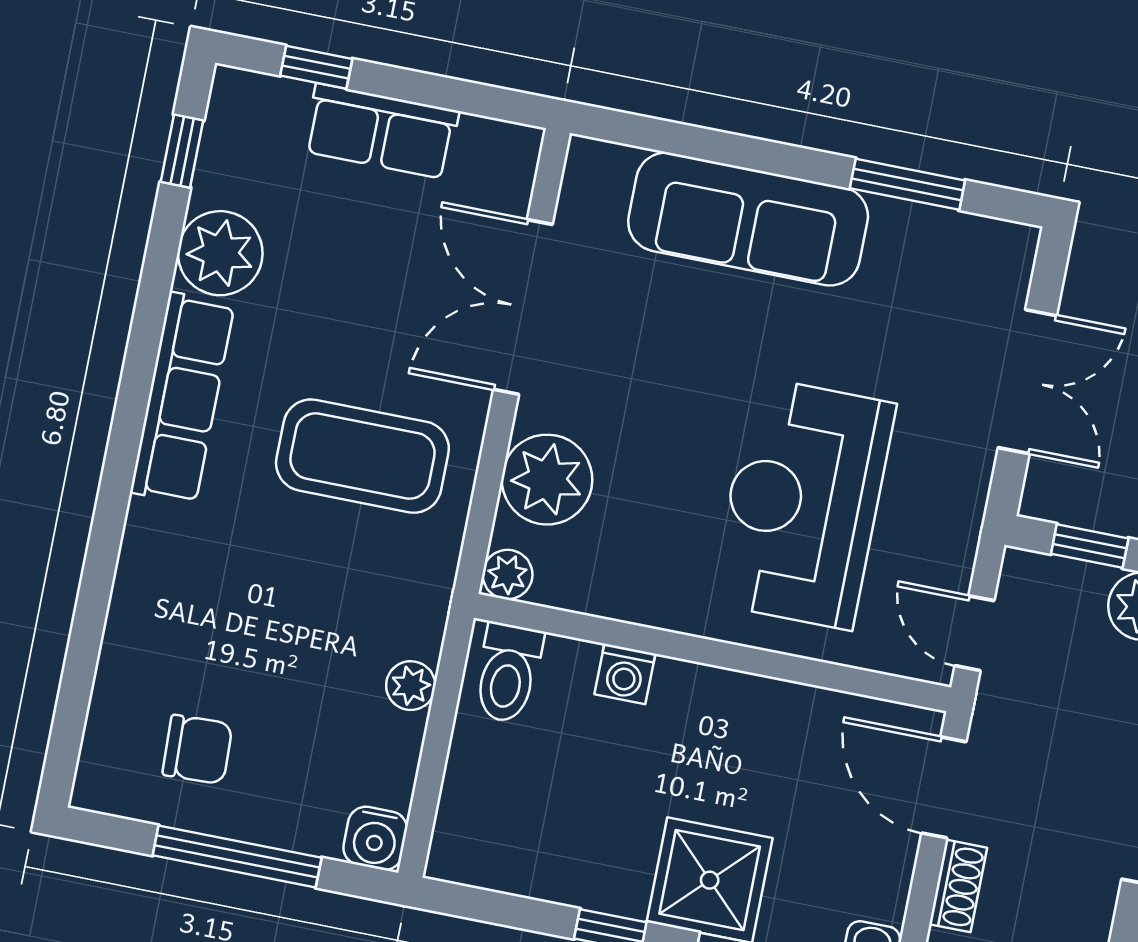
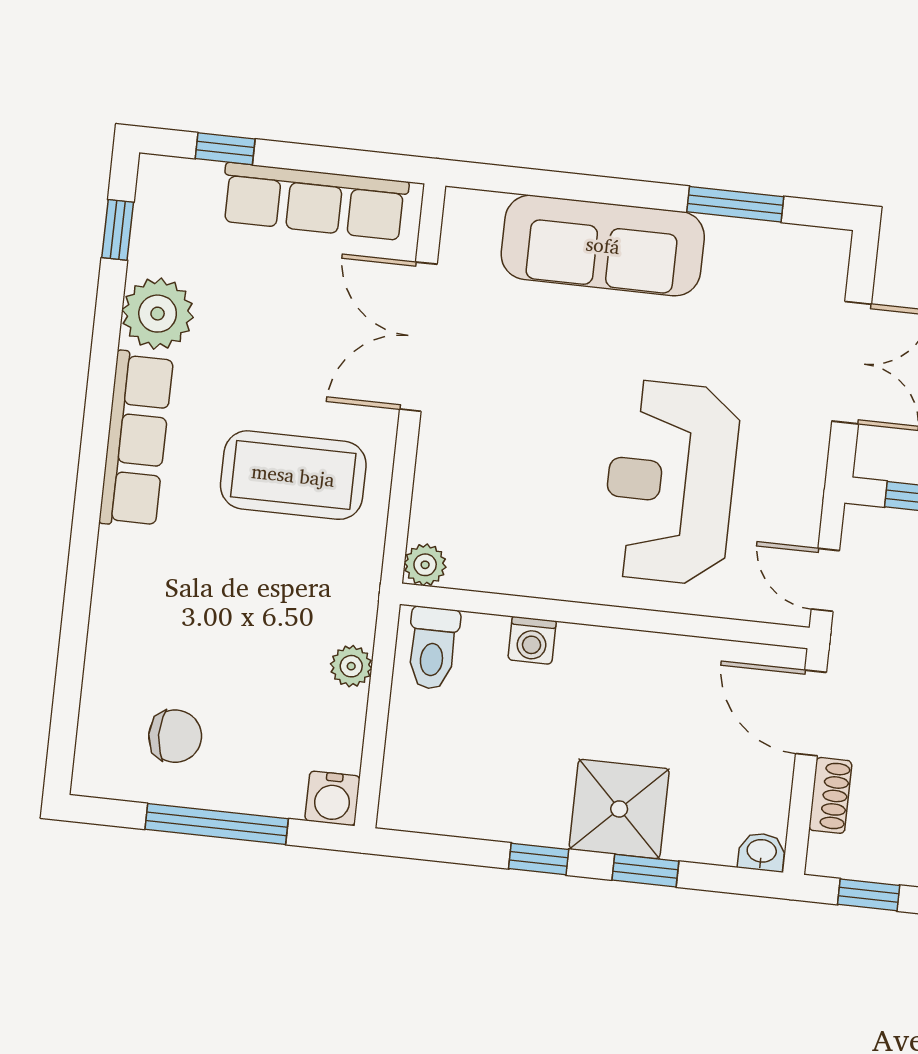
row of seats: (381, 131) -> (315, 201), width x1.48
plant: (547, 480) -> (452, 481), removed

